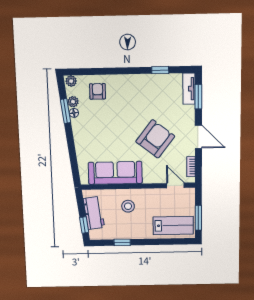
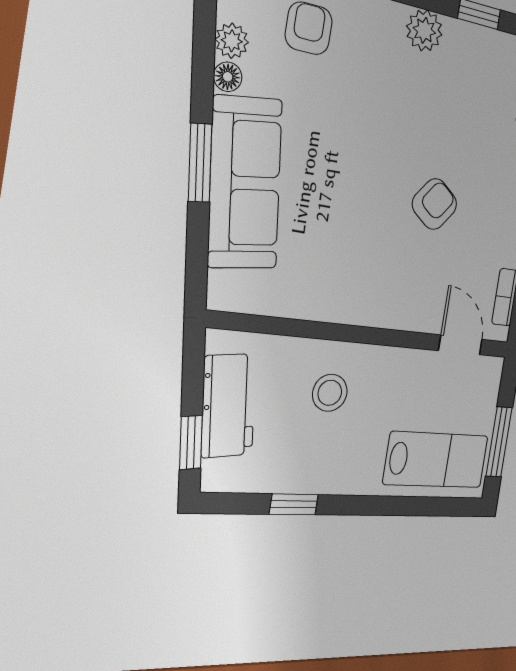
plant: (140, 81) -> (424, 30), added
window: (66, 111) -> (200, 163), moved
armchair: (155, 139) -> (434, 204), width x0.53, depth x0.53
sofa: (115, 173) -> (245, 183), moved, turned 83

